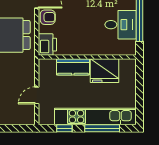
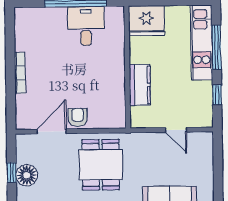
printer: (47, 45) -> (112, 117), removed
fridge: (105, 71) -> (146, 21), moved, turned 90
kitchen unit: (95, 117) -> (202, 43), width x0.73

